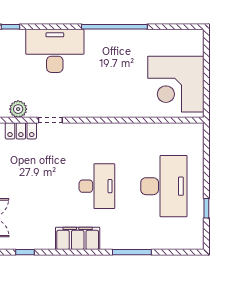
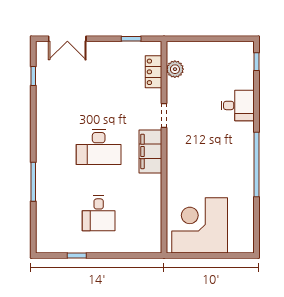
desk: (55, 51) -> (238, 105), width x0.53, depth x0.77
doorway: (50, 120) -> (164, 115), moved
desk: (164, 186) -> (99, 213), width x0.53, depth x0.77
filing cabinet: (78, 238) -> (150, 151), moved, turned 180

